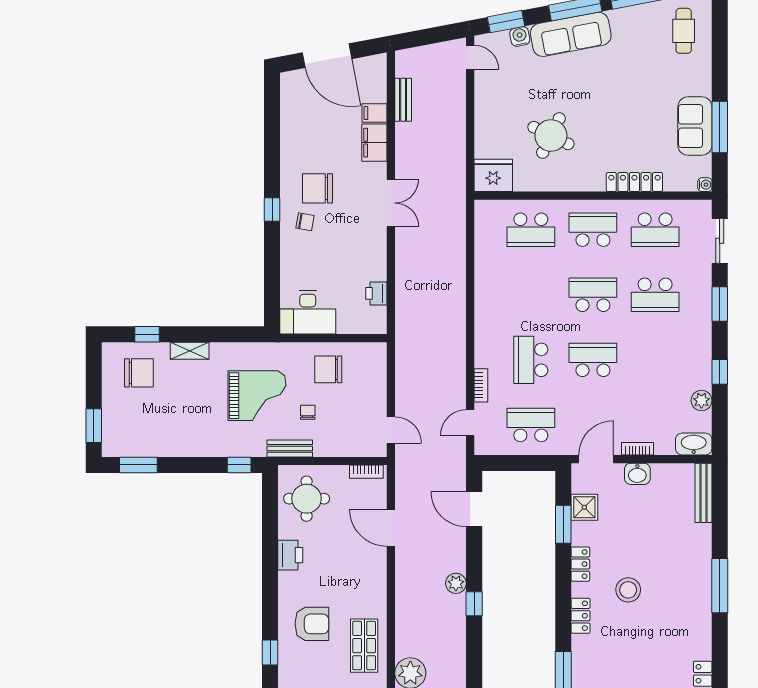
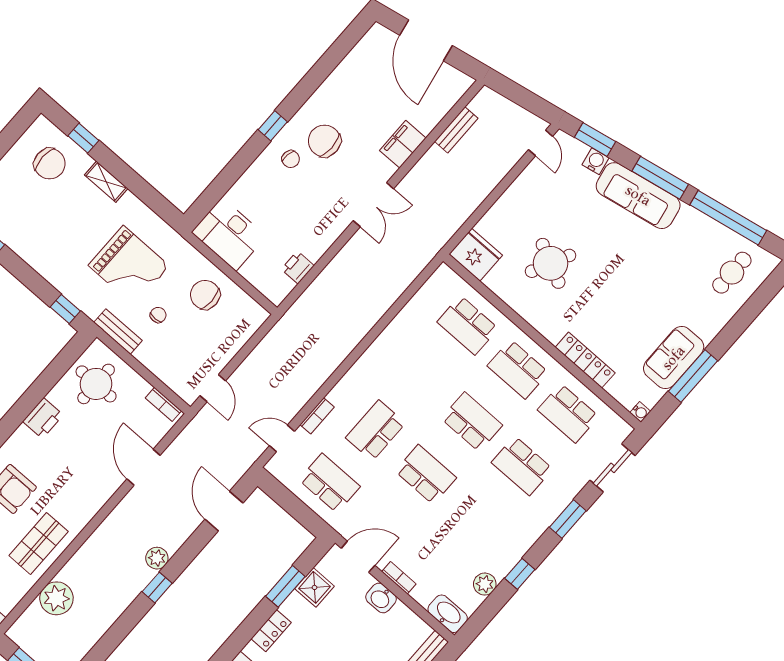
filing cabinet: (375, 113) -> (424, 120), removed
school desk: (593, 230) -> (518, 369), turned 180

